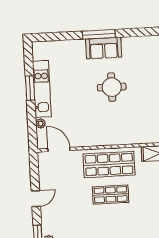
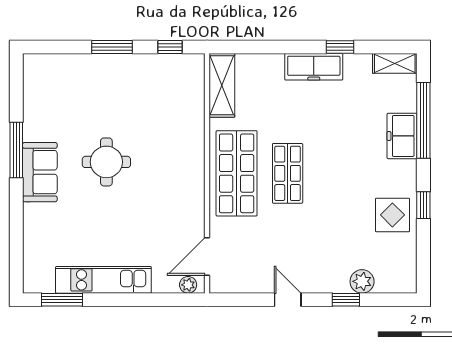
window: (99, 34) -> (16, 150), moved
window: (30, 88) -> (62, 300), moved
plant: (41, 123) -> (188, 285), moved

